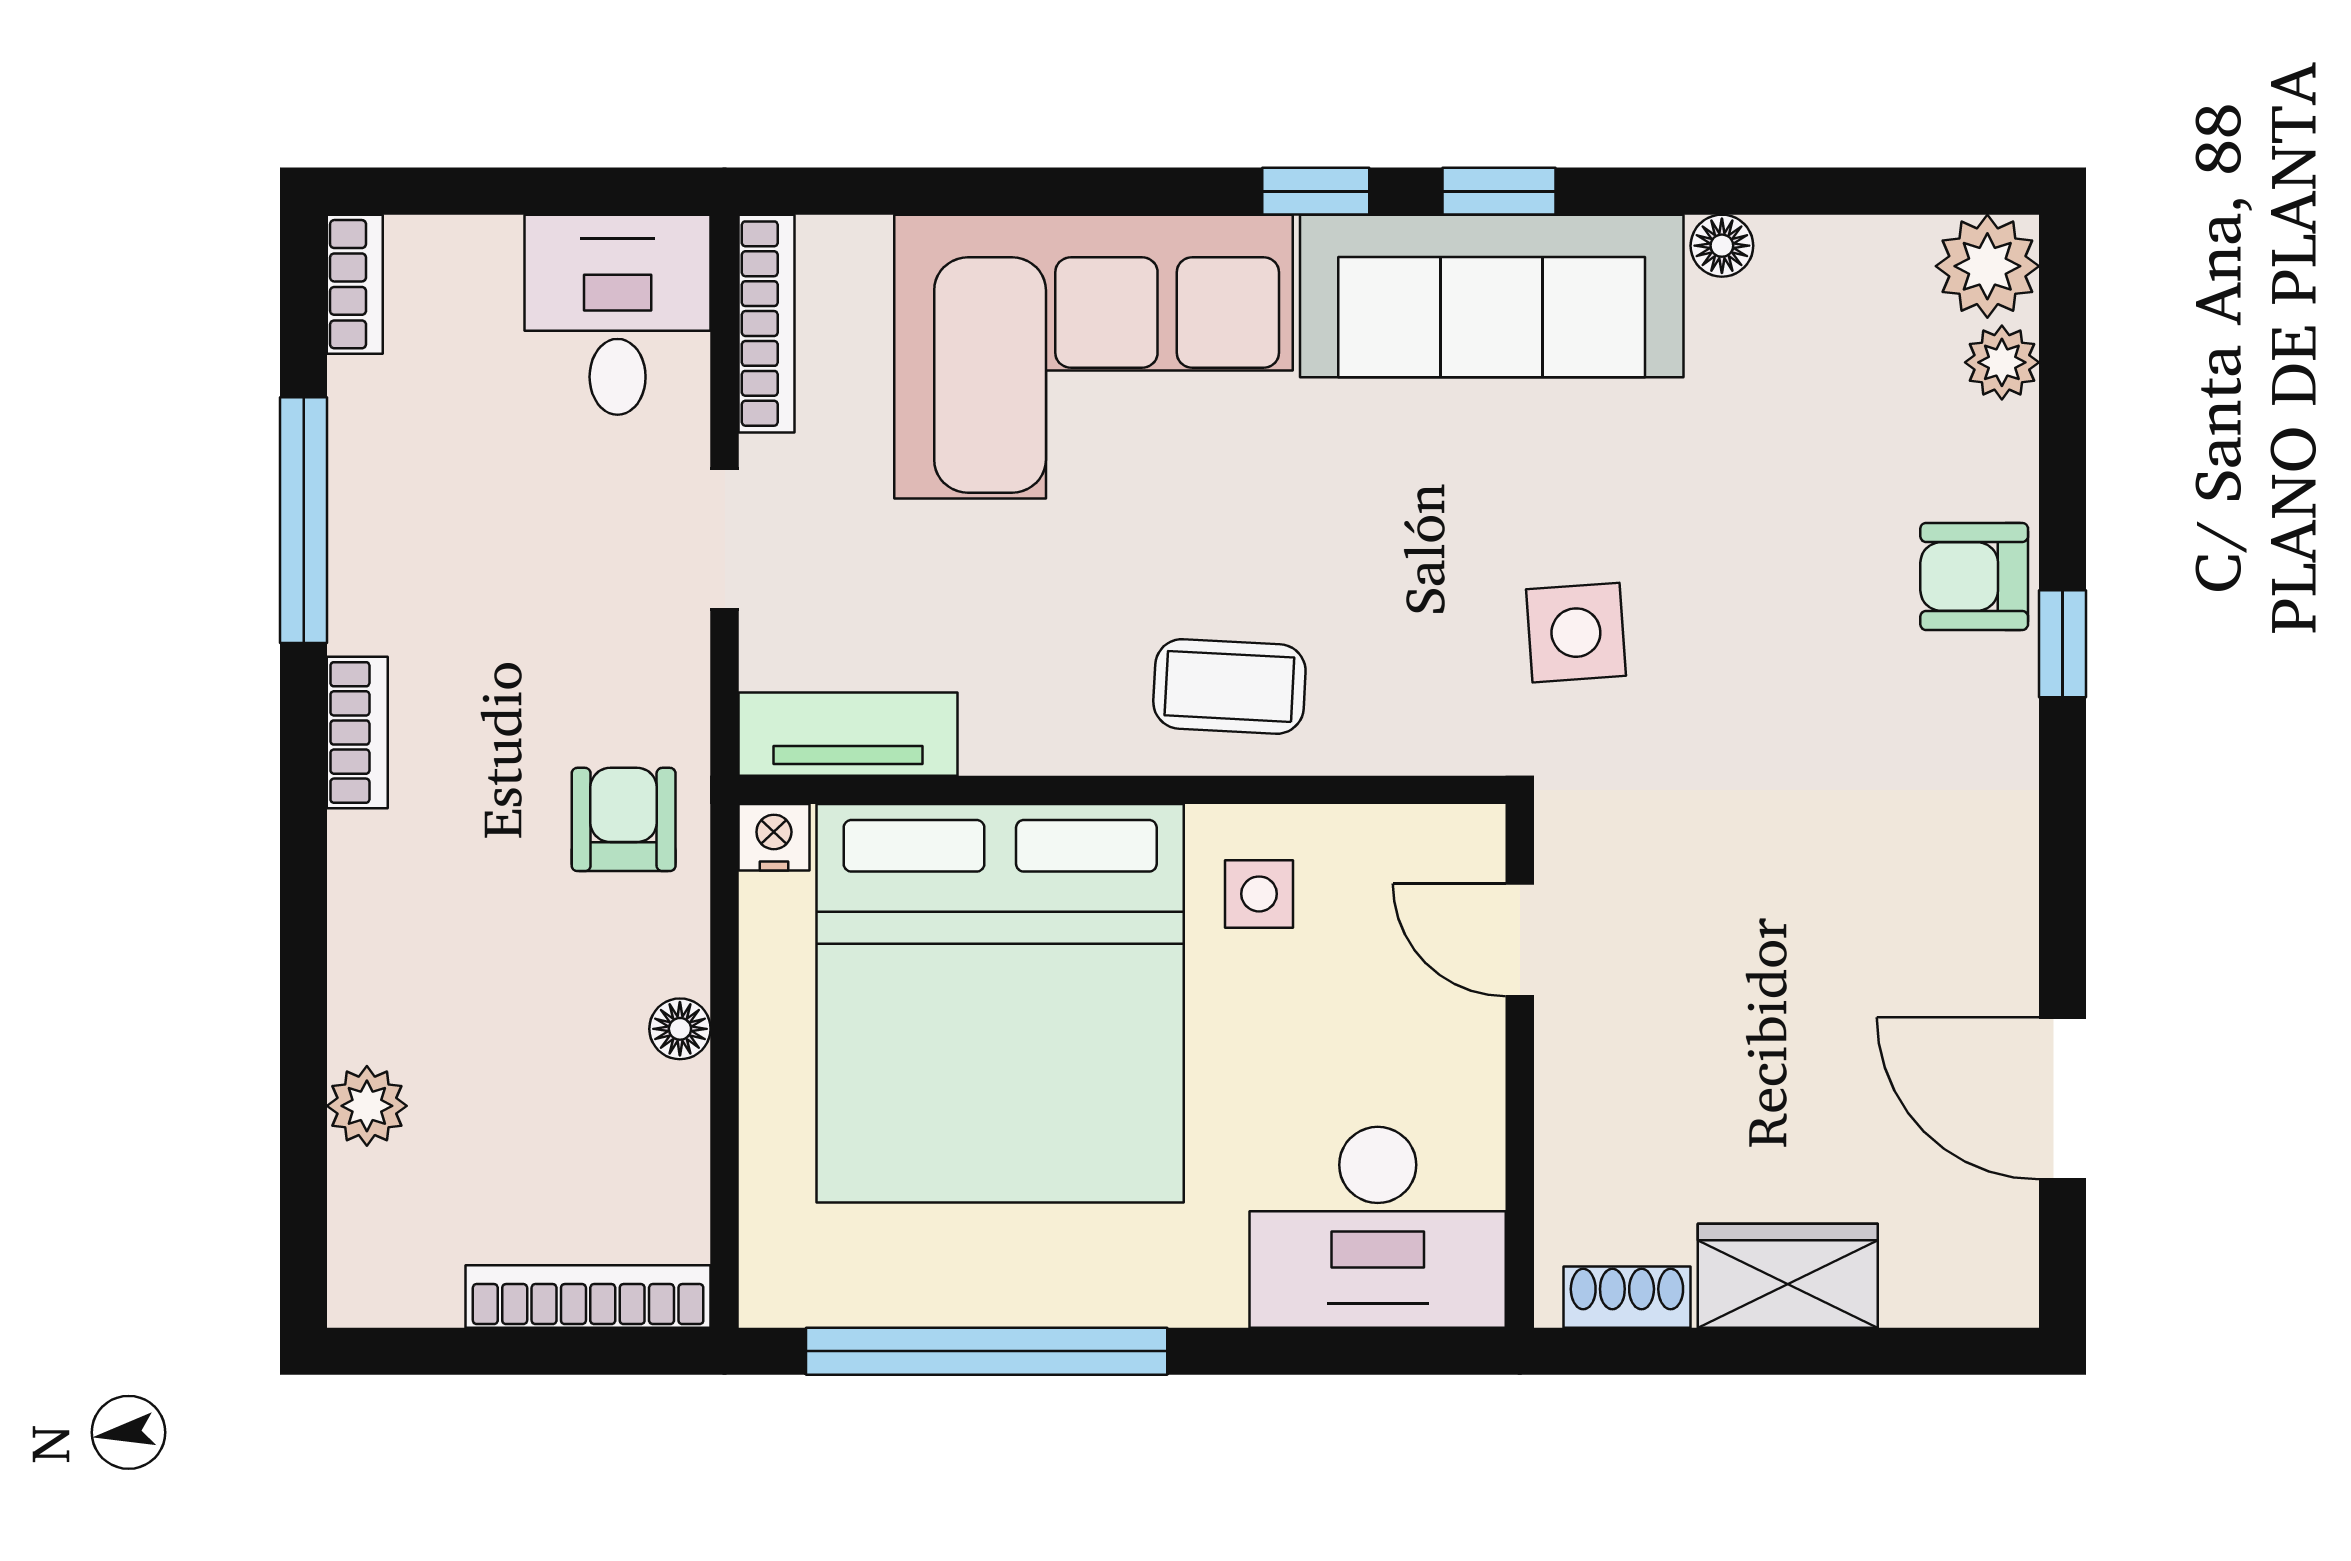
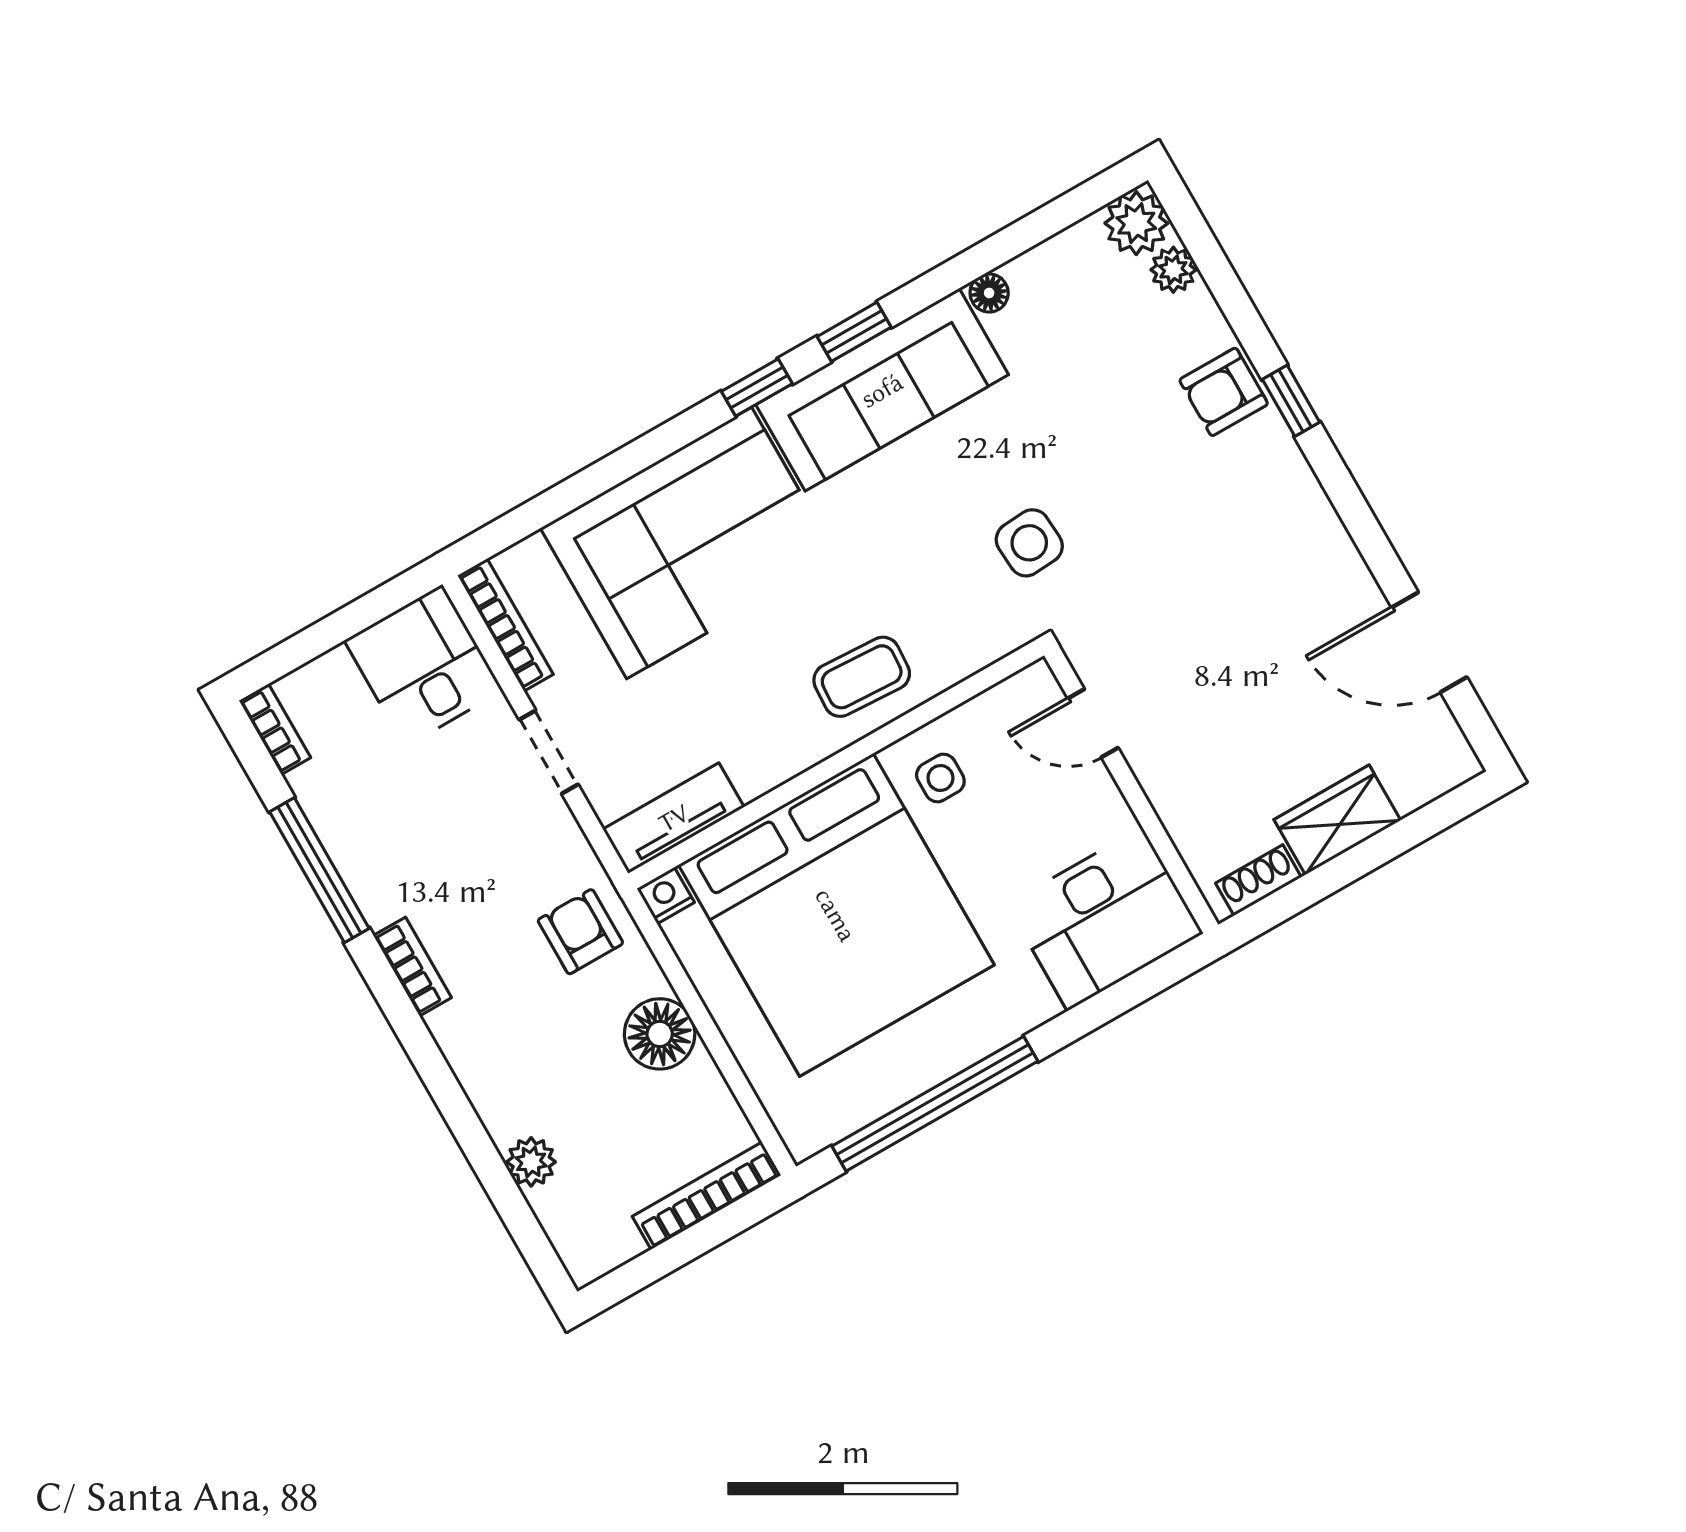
floor lamp: (680, 1029) -> (660, 1034), width x1.89, depth x1.89

